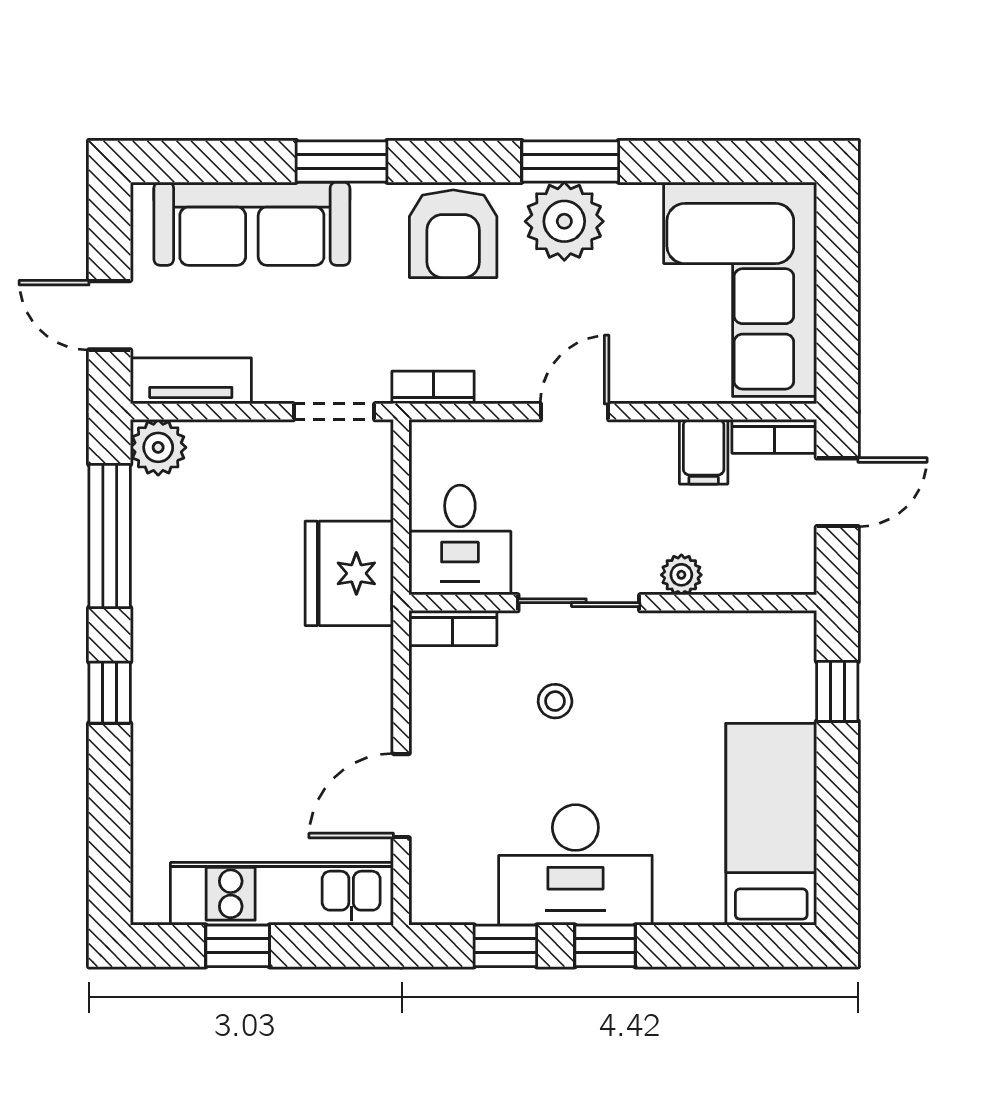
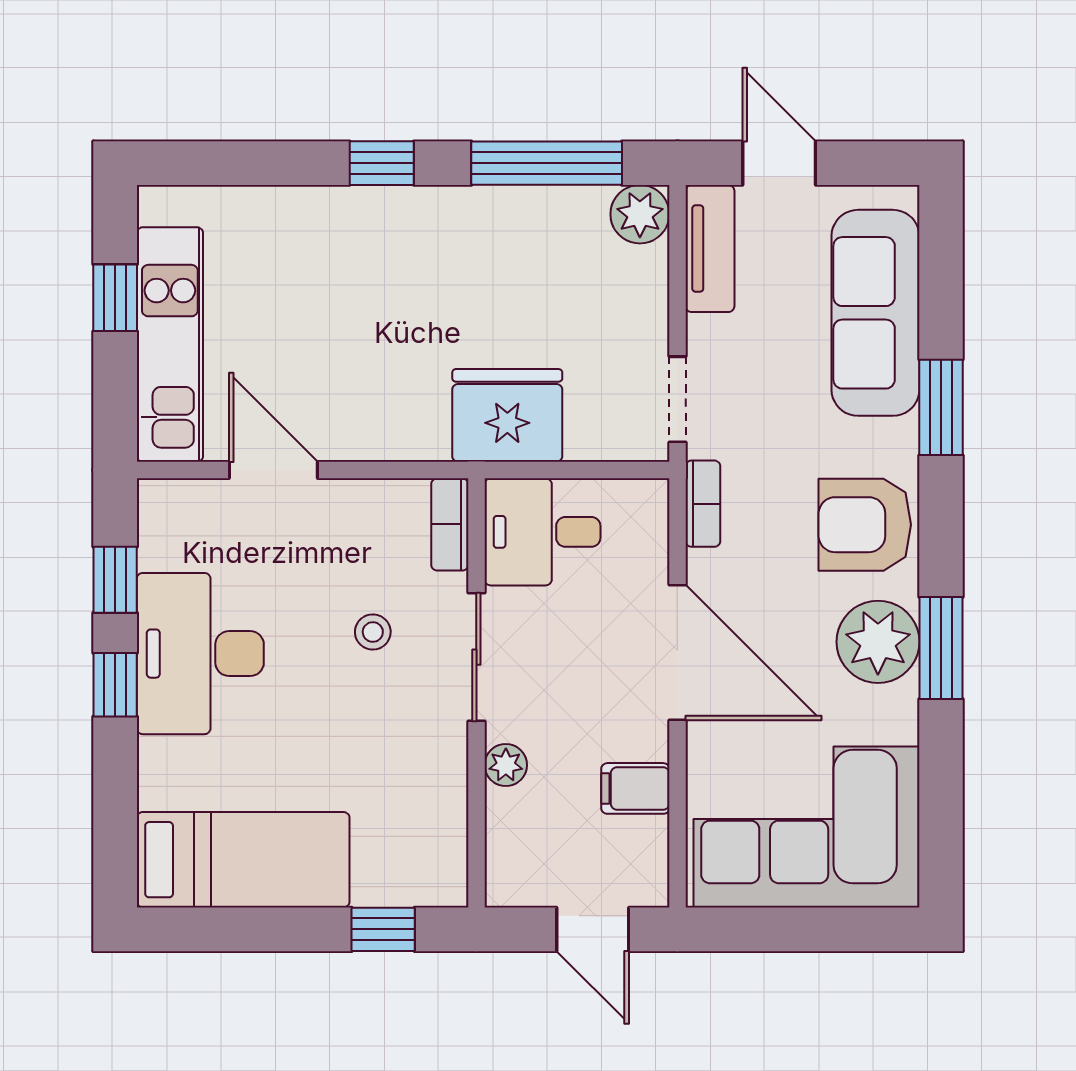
door: (110, 315) -> (779, 163), hinge flipped
door: (575, 412) -> (677, 653), width x1.87
bookcase: (774, 436) -> (651, 863), removed

